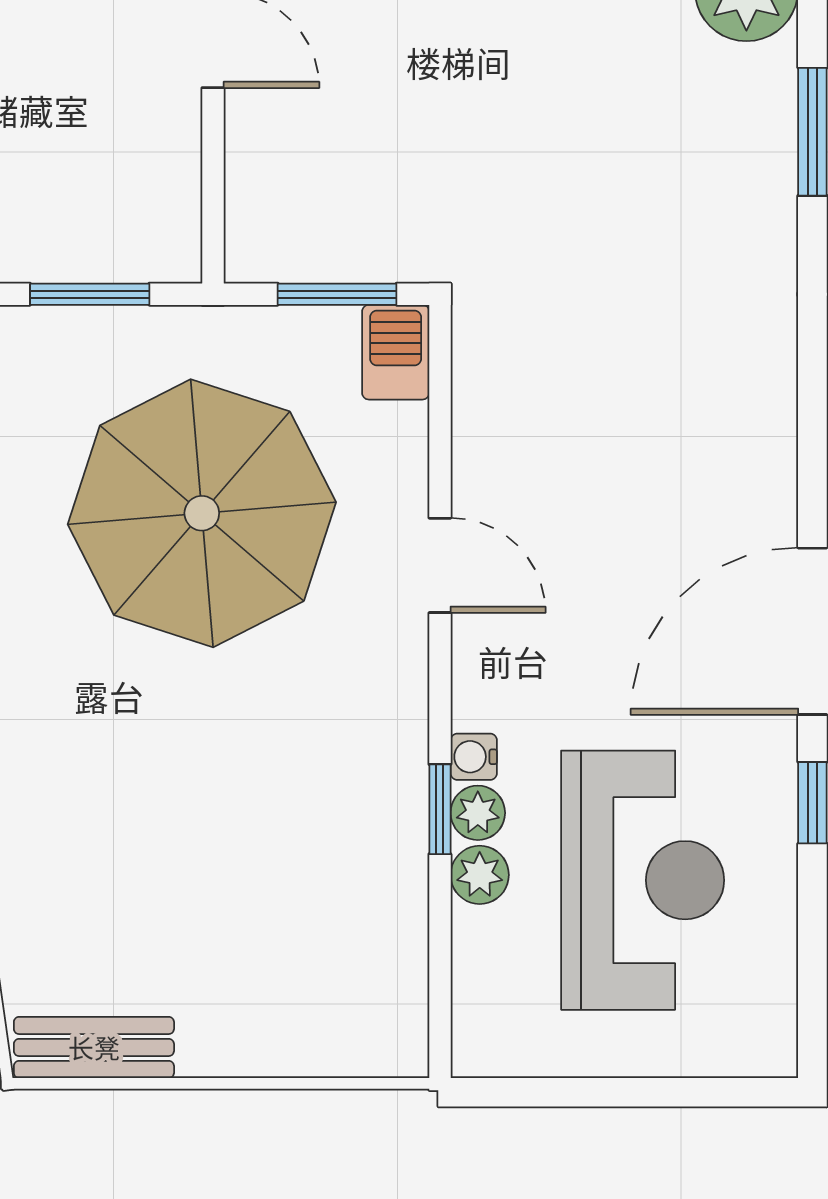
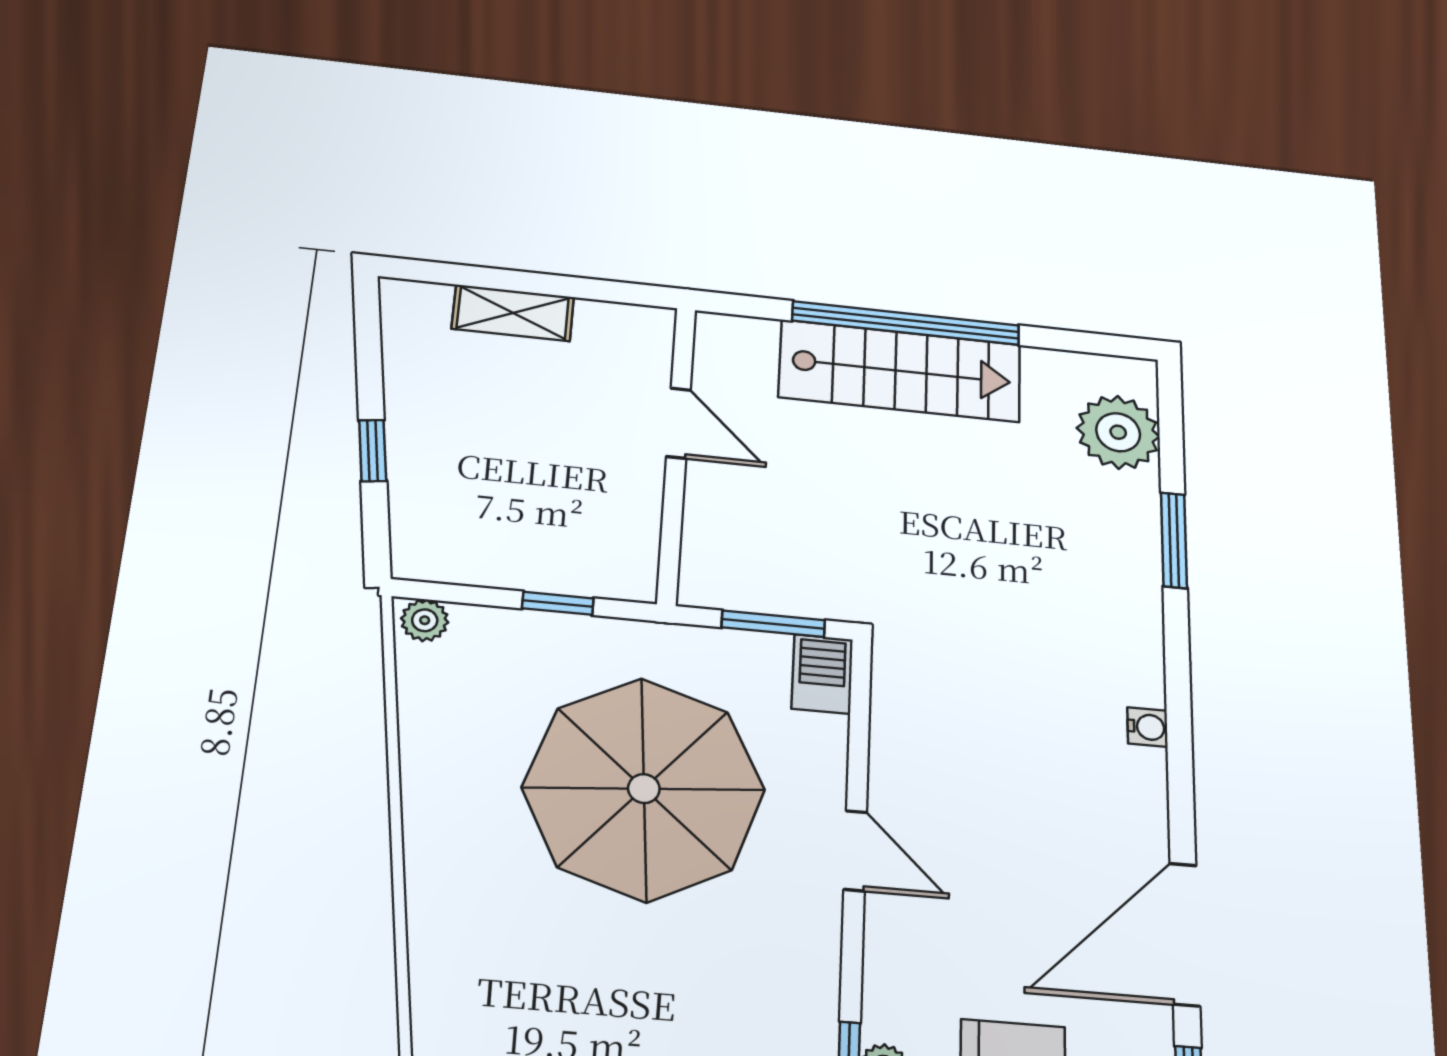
window: (90, 294) -> (558, 603), width x0.67
water cooler: (474, 757) -> (1147, 727), moved, turned 180

